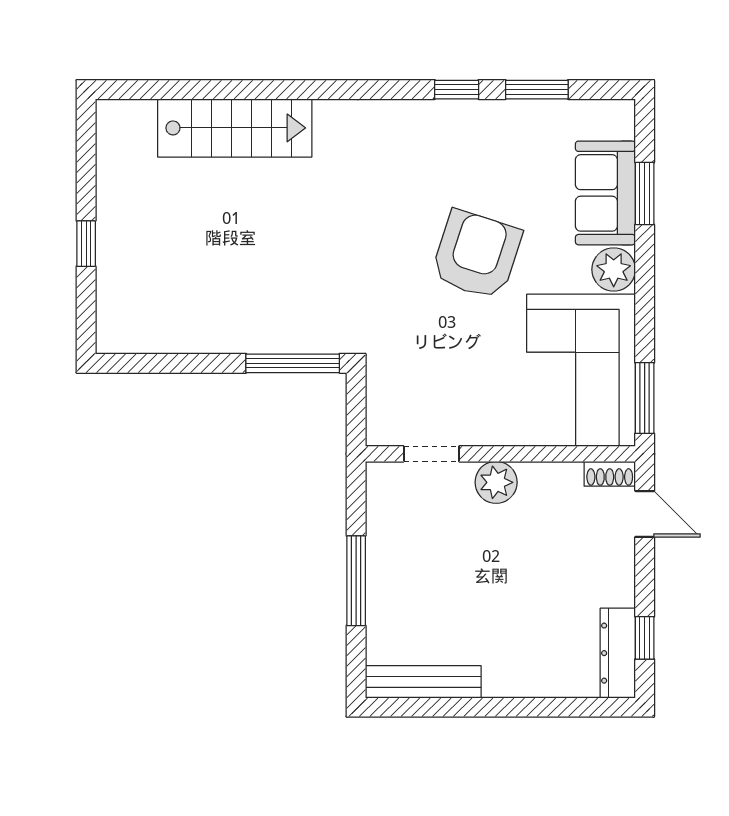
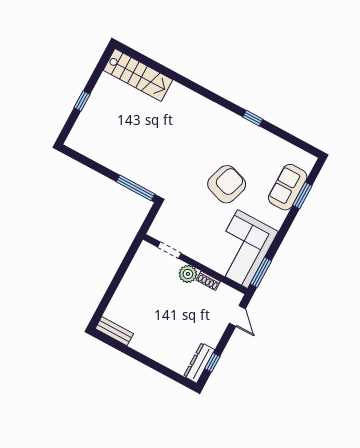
window: (537, 90) -> (283, 134), removed
stairs: (235, 128) -> (138, 75), moved
plant: (614, 269) -> (275, 218), removed
shoe rack: (610, 474) -> (208, 281), moved
window: (356, 581) -> (115, 283), removed
bench: (423, 682) -> (114, 331), width x0.73

